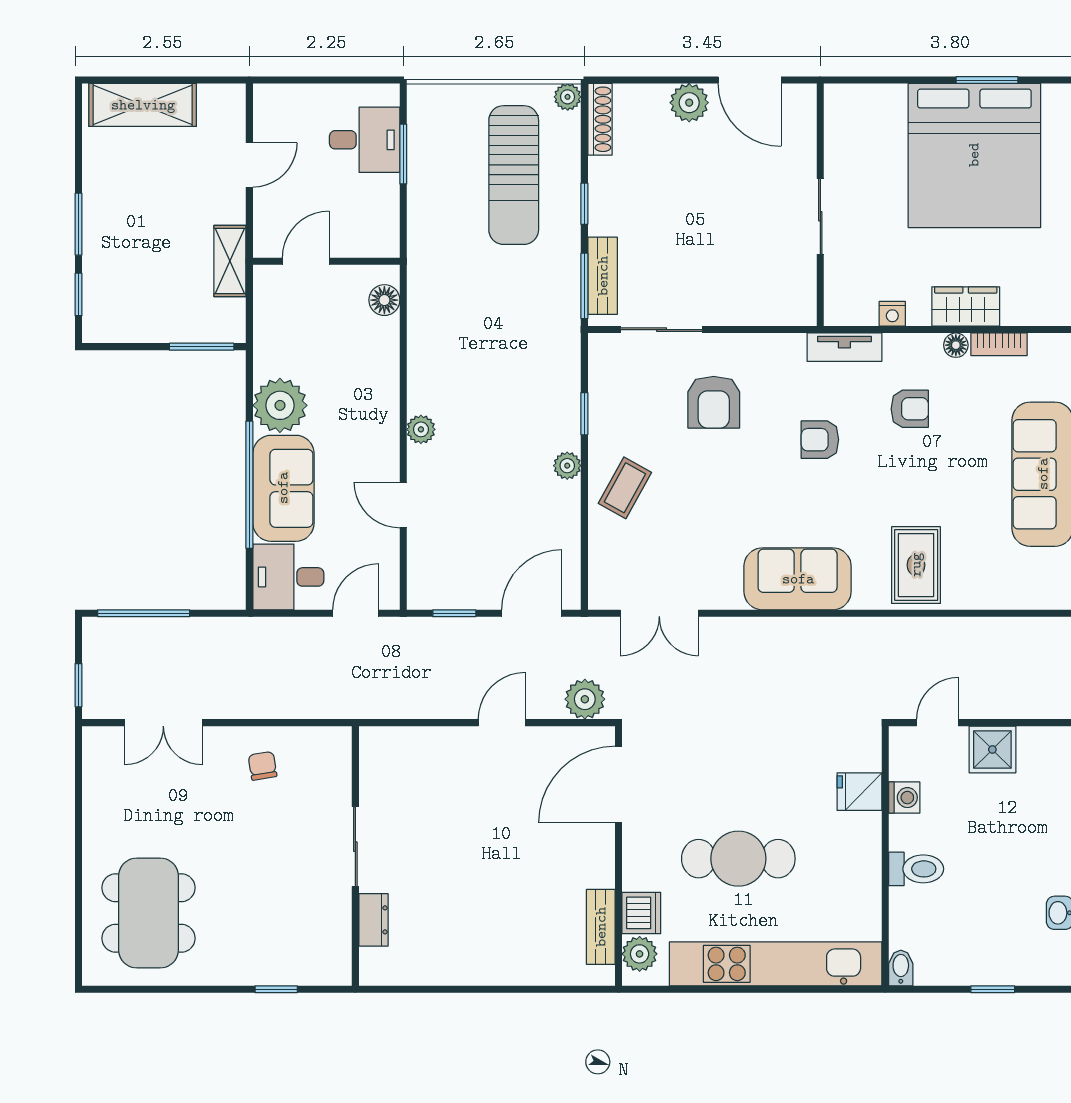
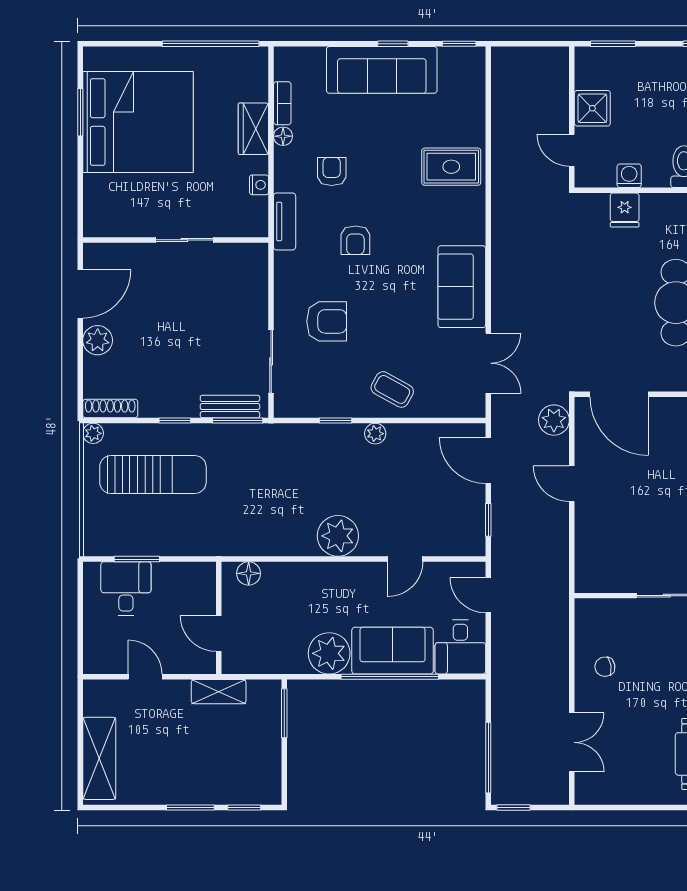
plant: (421, 429) -> (338, 536), width x1.88, depth x1.88
sofa: (798, 579) -> (462, 287), moved
window: (78, 685) -> (513, 807), moved

